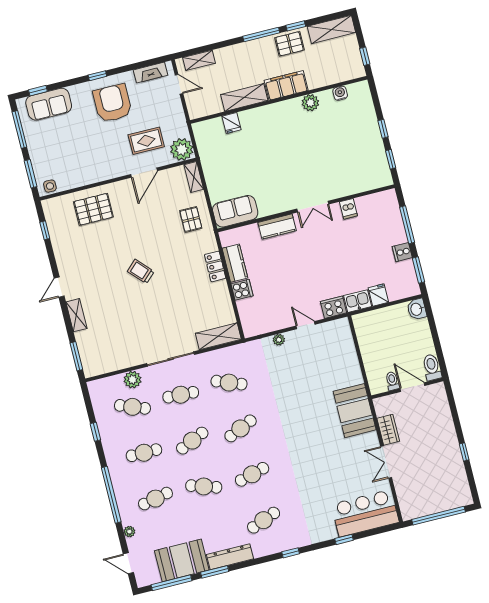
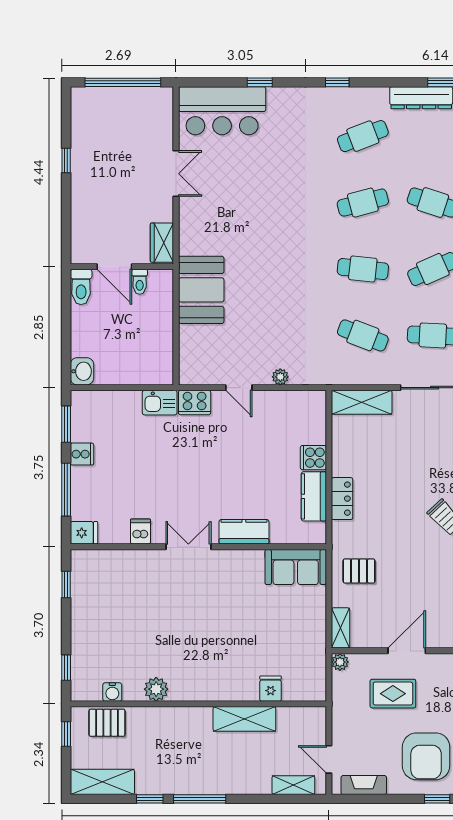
pallet: (290, 44) -> (107, 723), moved
filing cabinet: (286, 85) -> (183, 721), removed
window: (383, 129) -> (66, 668), moved
plant: (182, 149) -> (340, 662), width x0.53, depth x0.53
pallet: (191, 219) -> (359, 571), turned 90
fridge: (378, 295) -> (84, 533), moved, turned -90
booth: (355, 411) -> (201, 290), moved
cafe table: (241, 428) -> (363, 269), turned 30
wardrobe: (388, 430) -> (162, 243), moved

